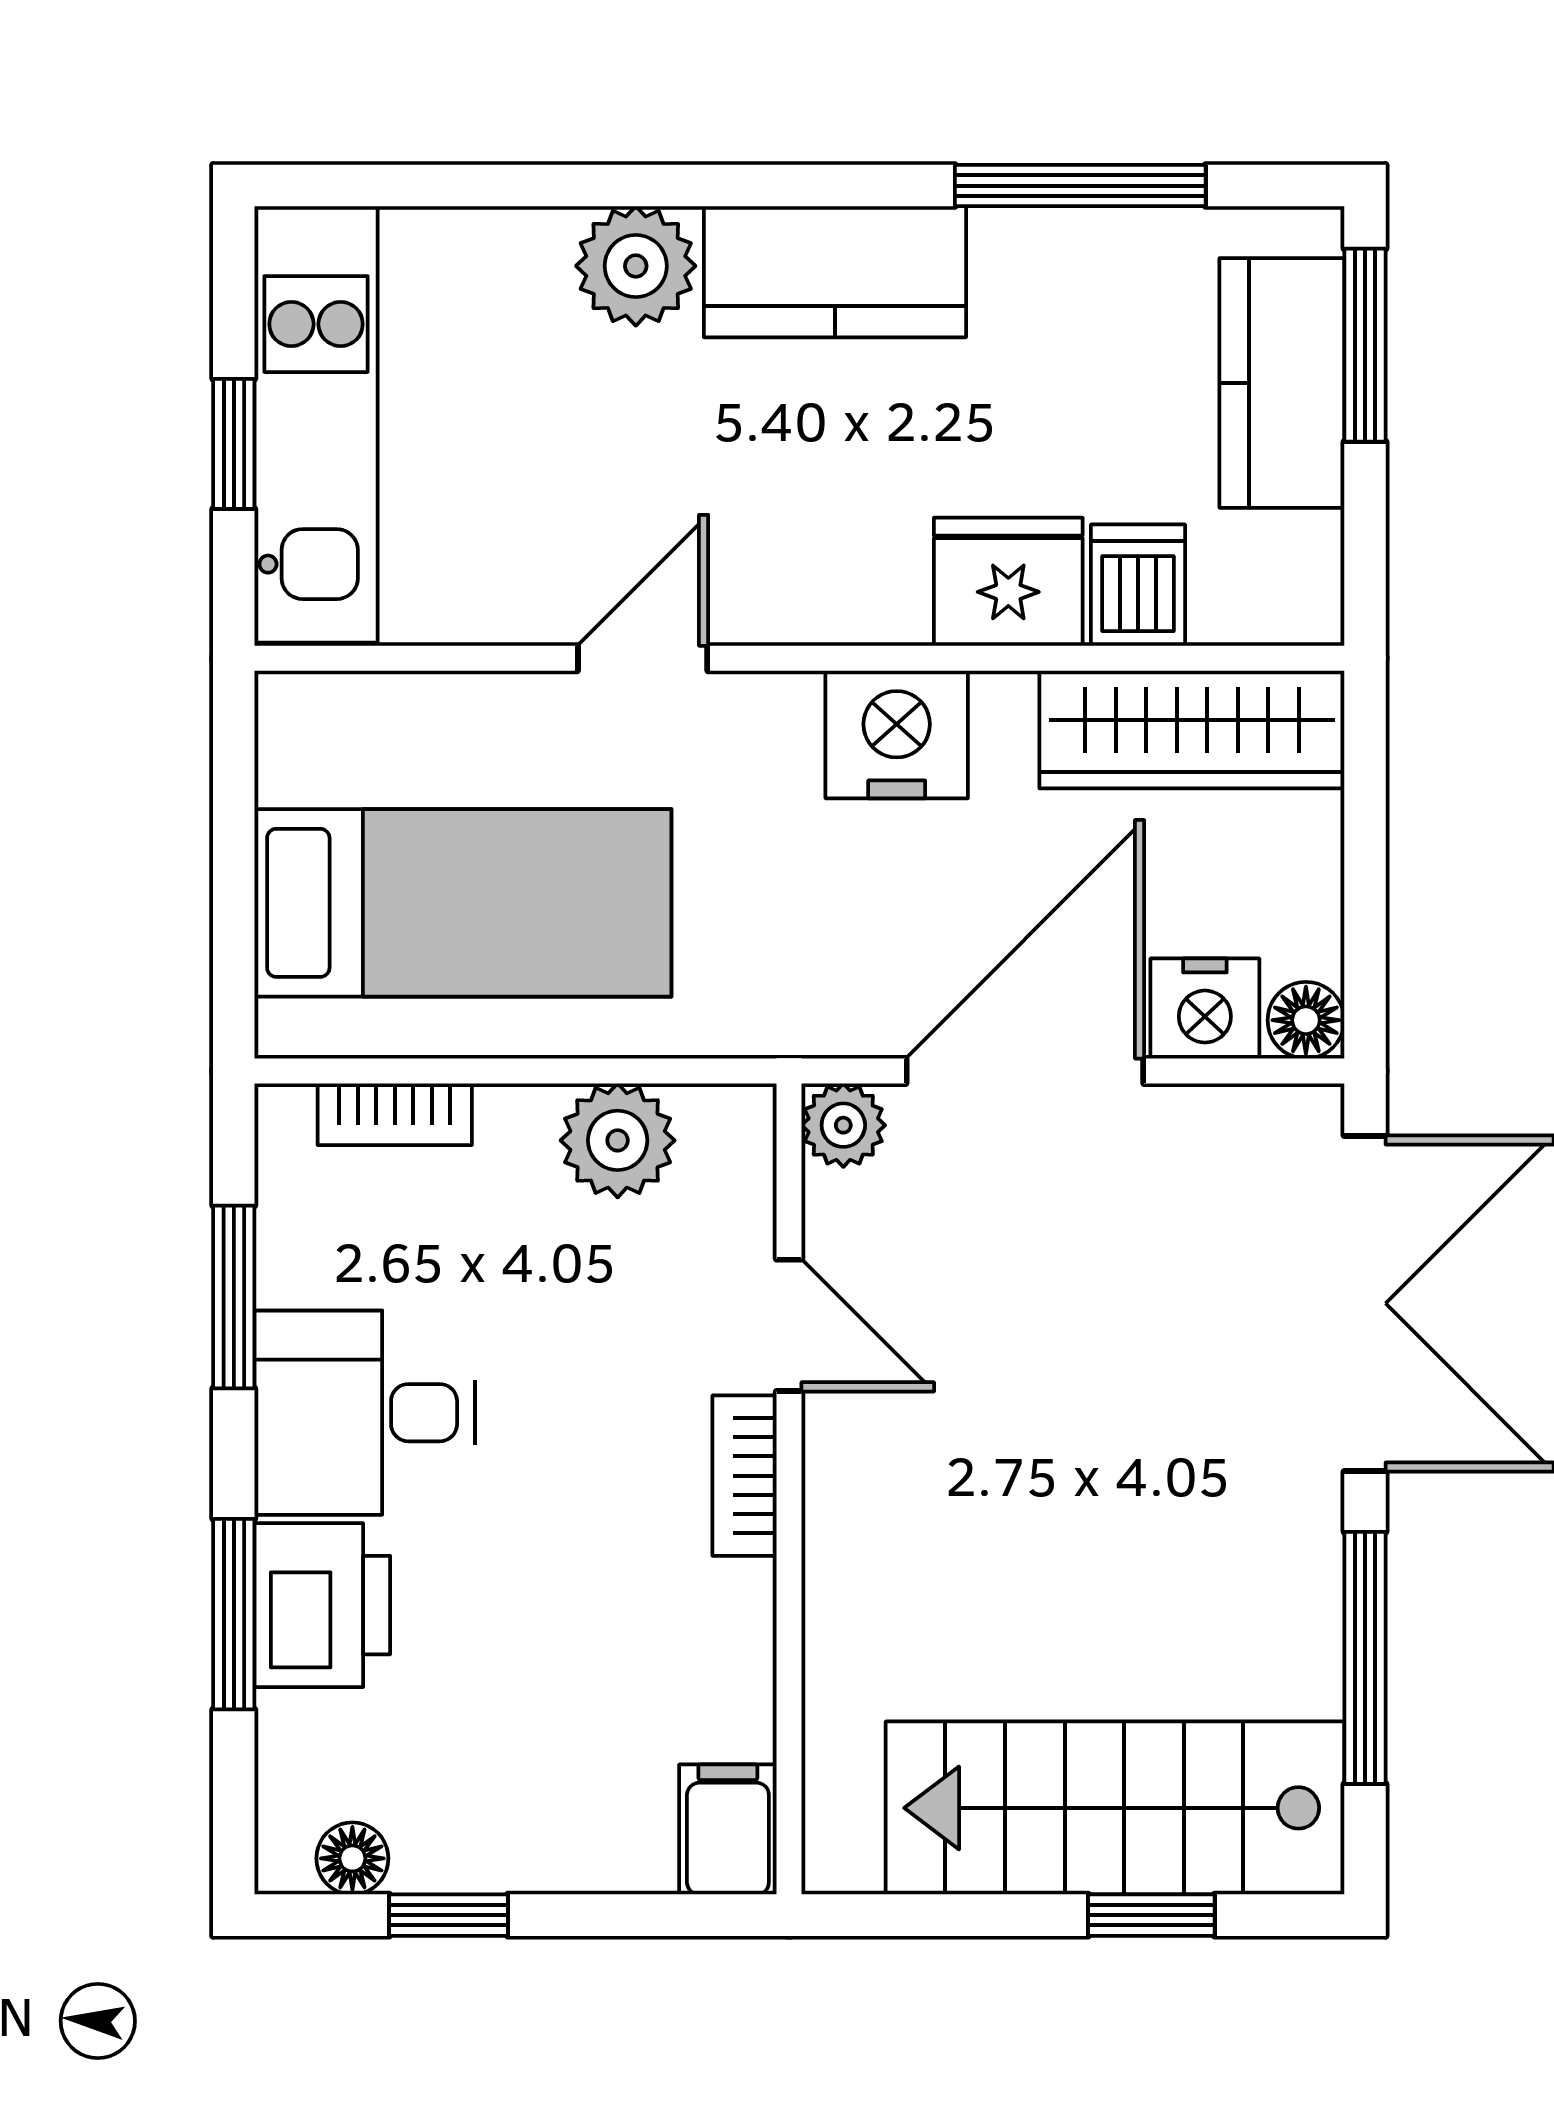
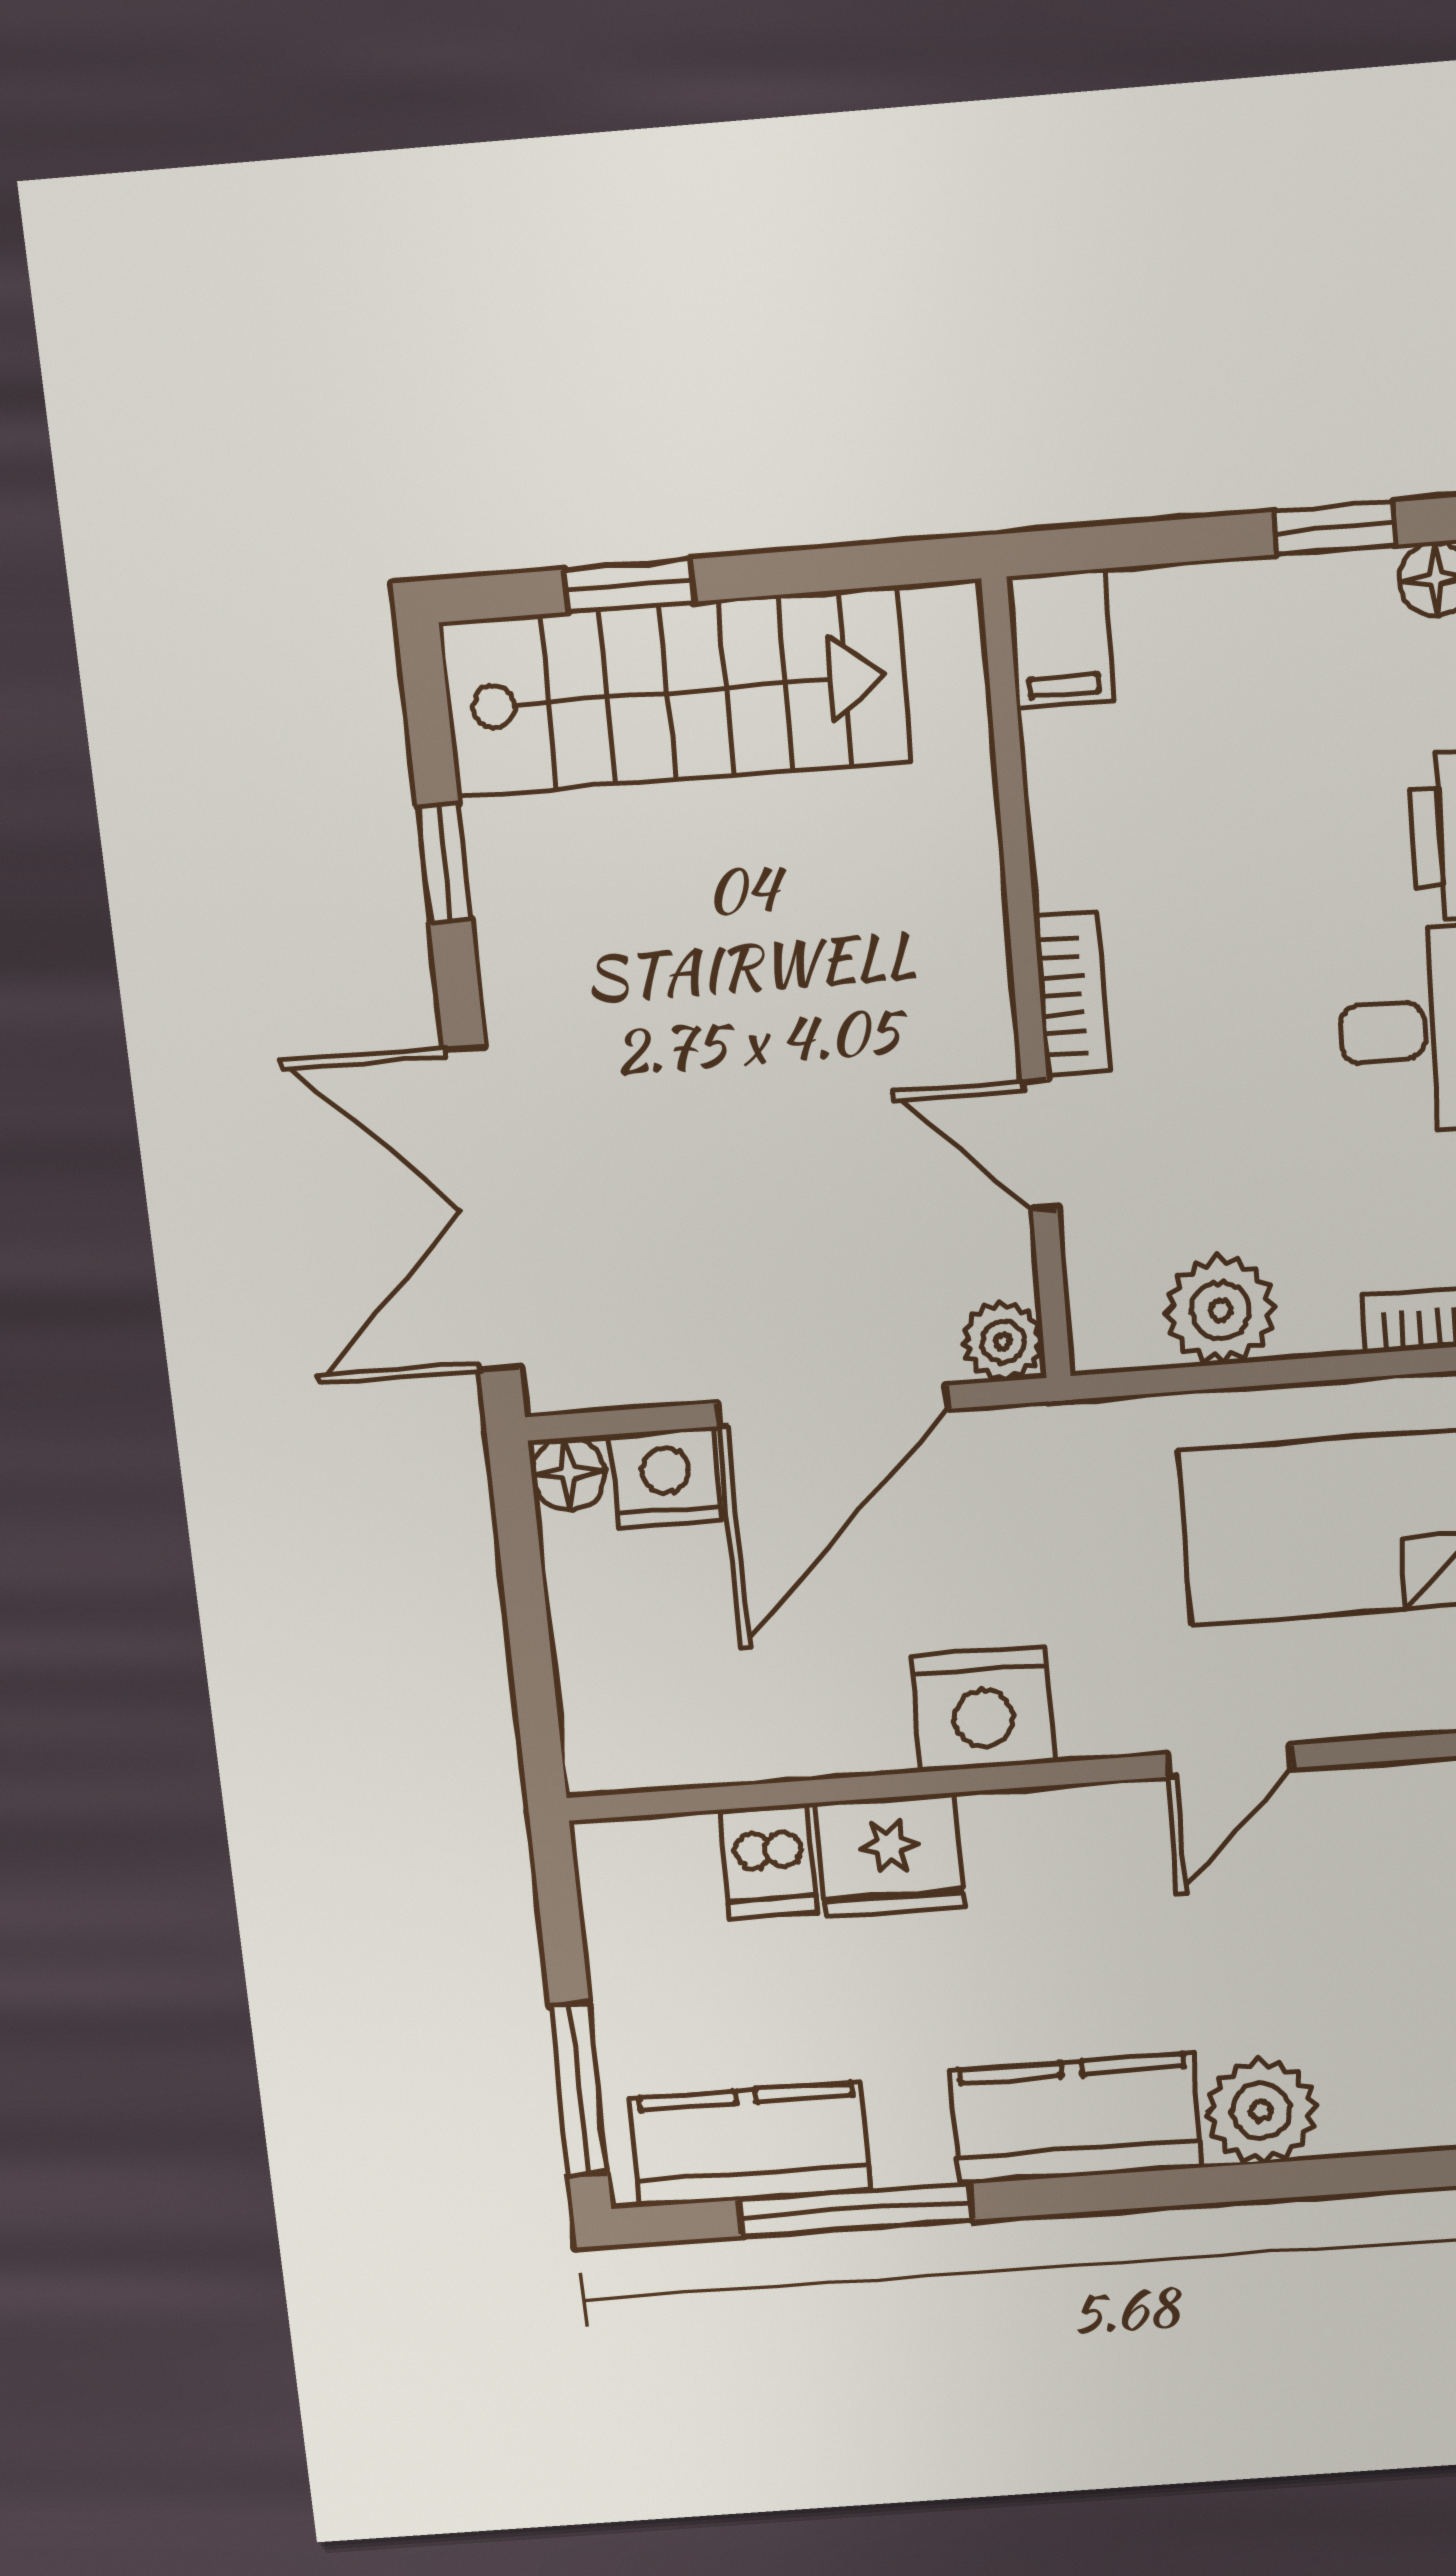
kitchen counter: (1282, 383) -> (751, 2145), moved, turned -90
wardrobe: (1192, 729) -> (704, 1734), removed
window: (1365, 1658) -> (444, 862), width x0.46

